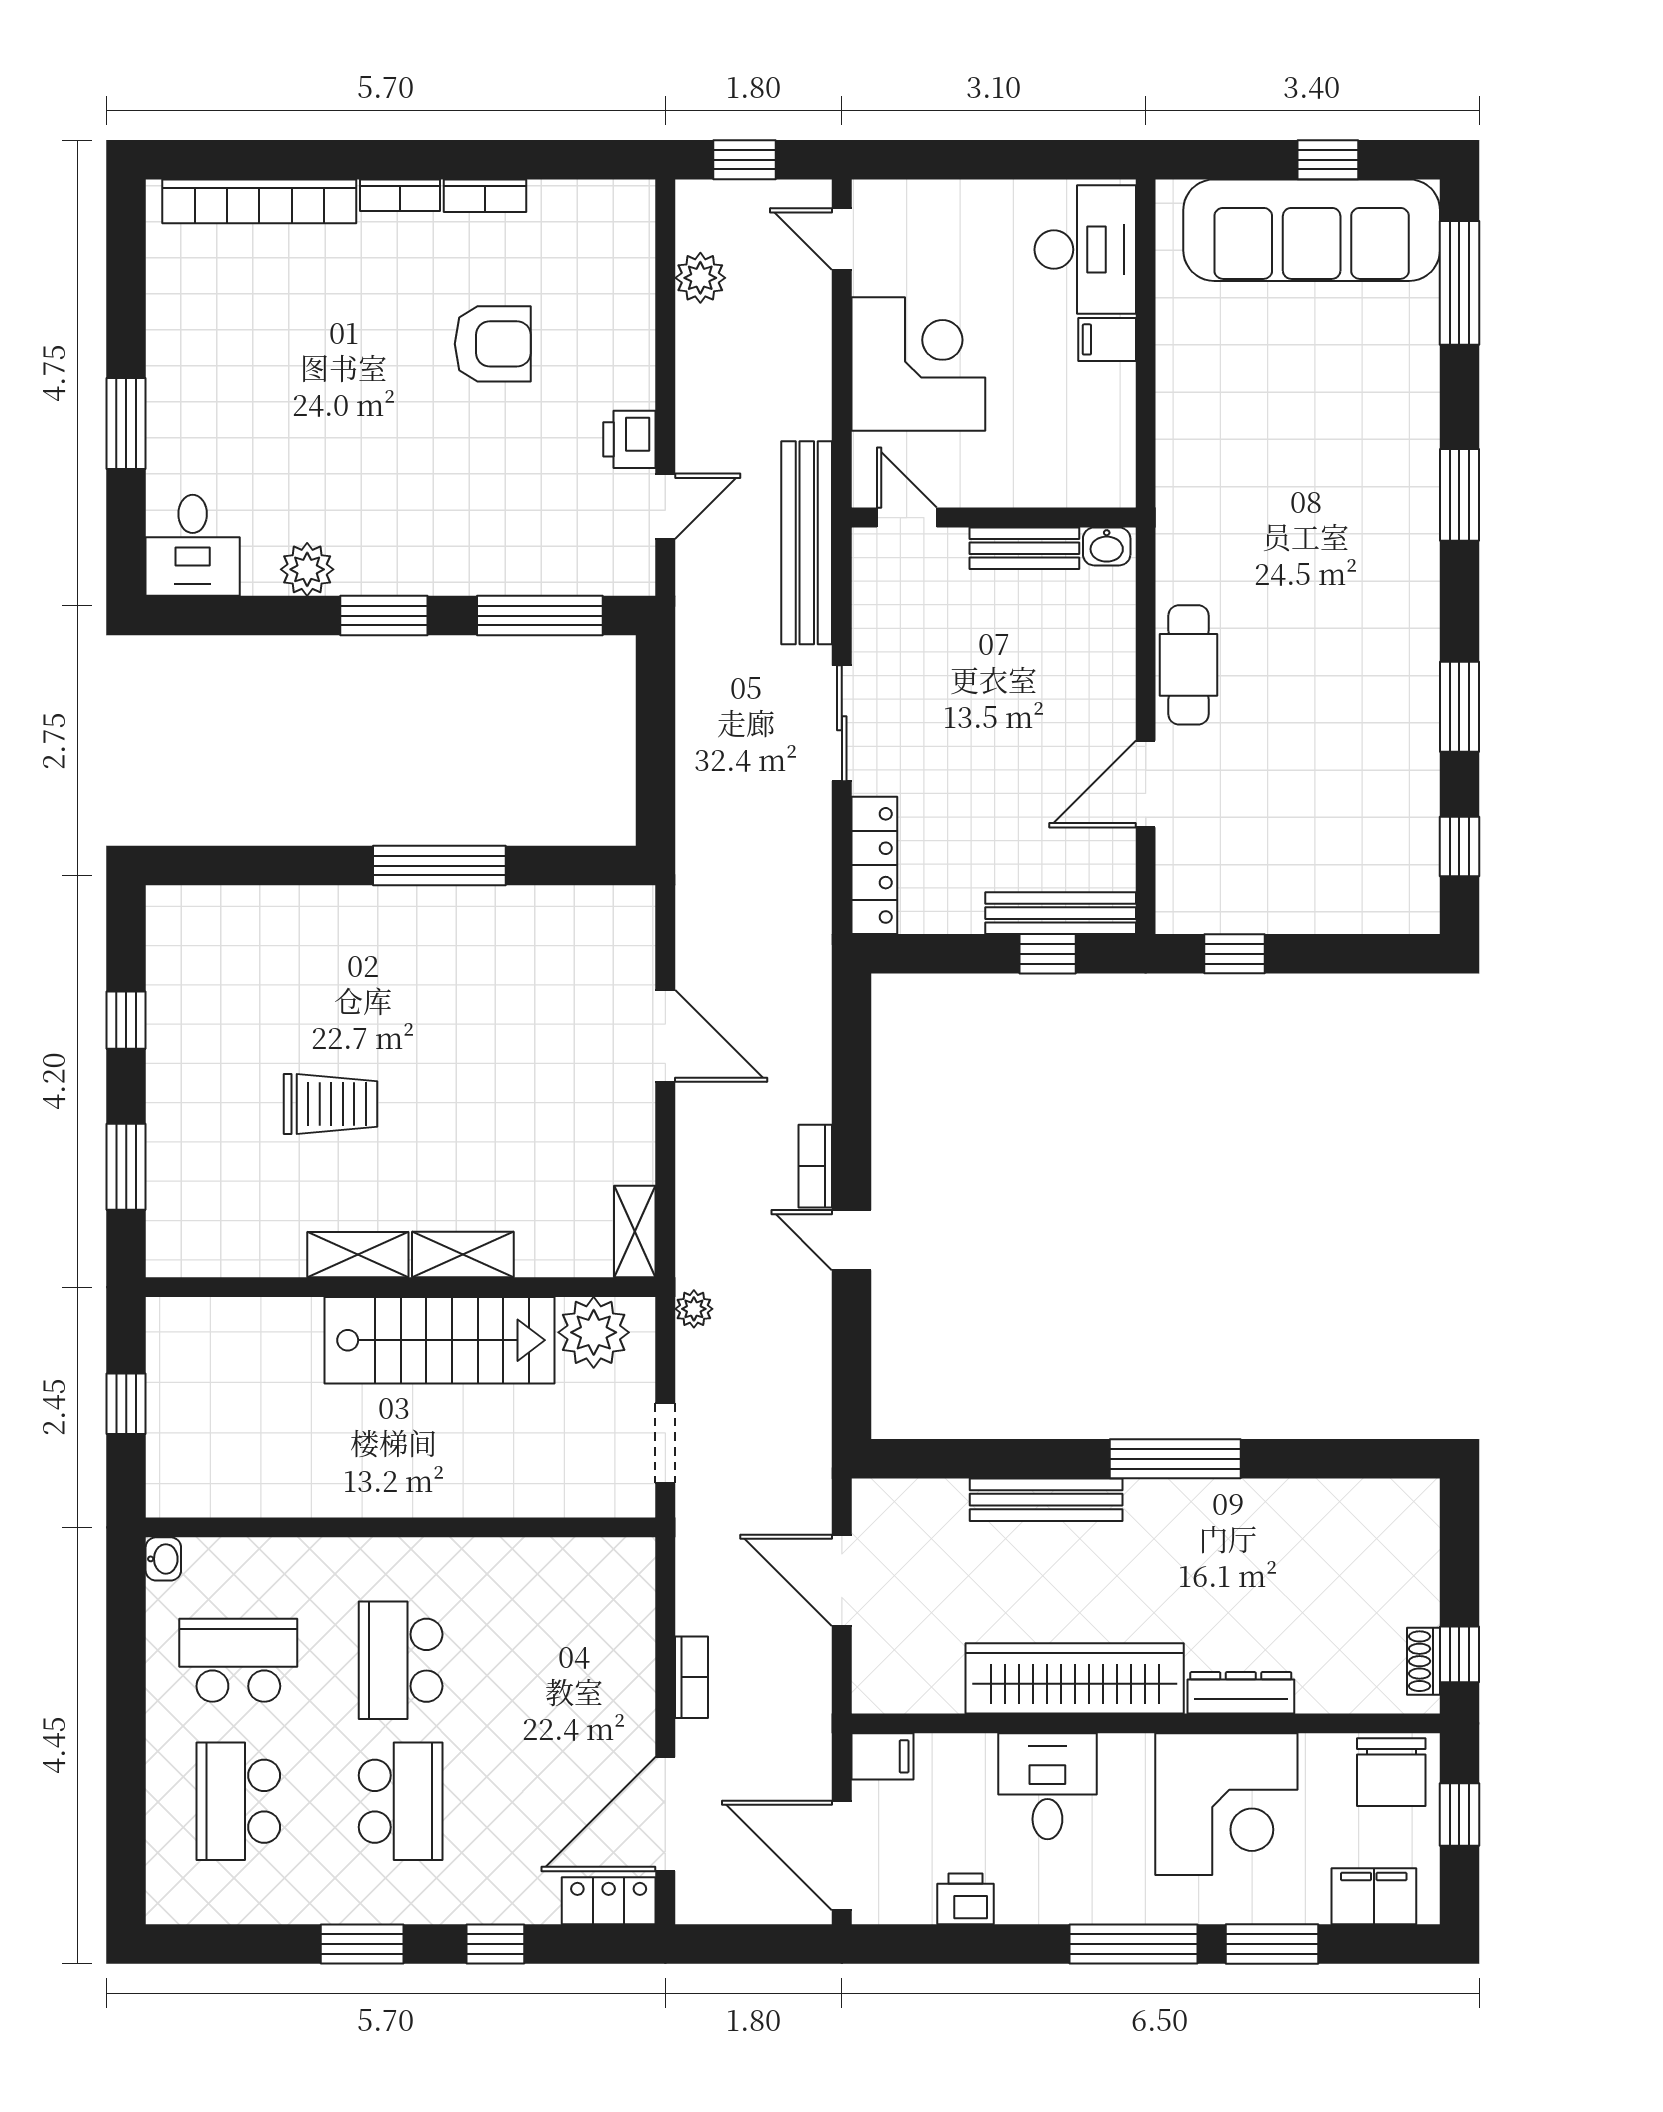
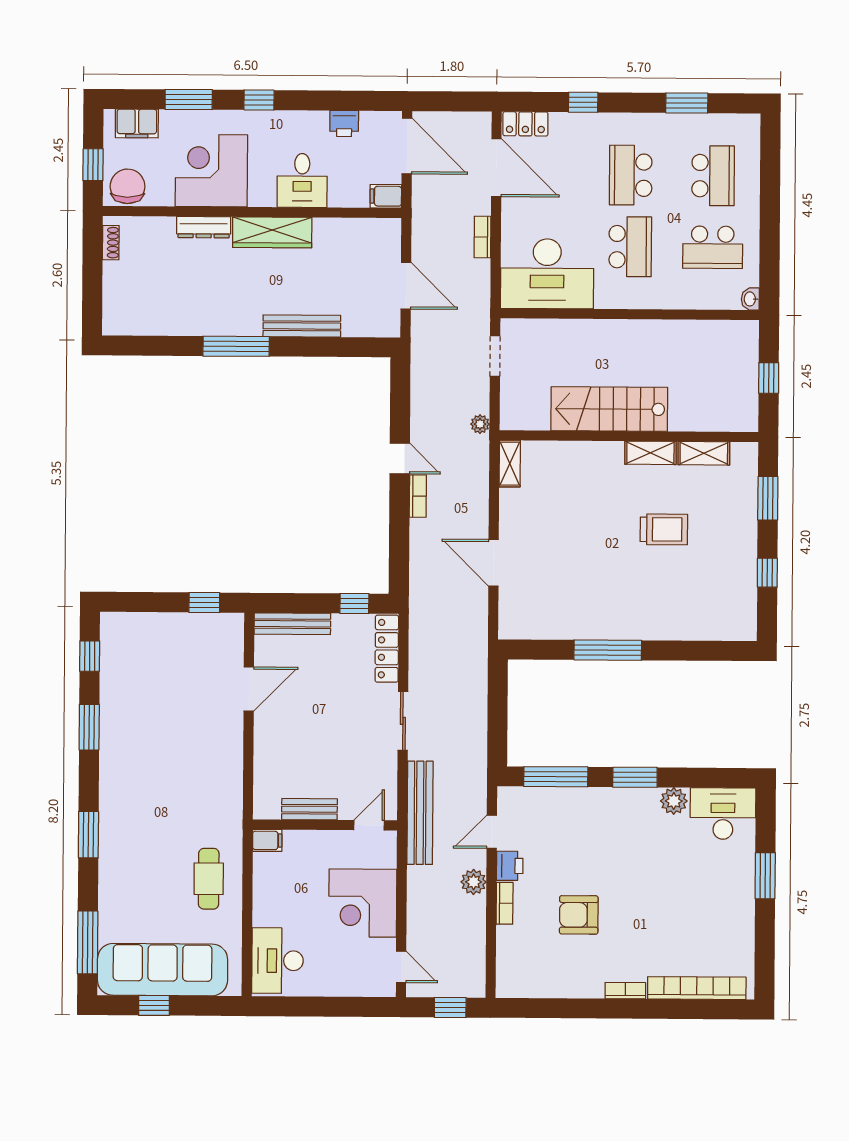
bookcase: (485, 196) -> (505, 903), moved, turned 90
plant: (700, 278) -> (474, 882), moved
filing cabinet: (1107, 339) -> (267, 840), moved
door: (907, 518) -> (369, 825), swing flipped
desk: (193, 545) -> (723, 814), width x1.37
washbasin: (1107, 546) -> (268, 810), removed
cafe table: (1189, 665) -> (209, 879), moved
window: (1048, 954) -> (354, 604), moved
trolley: (330, 1104) -> (664, 529), turned 180
shelving: (463, 1254) -> (704, 453), moved
plant: (594, 1332) -> (531, 412), removed
desk: (564, 1606) -> (547, 274), added
window: (1459, 1654) -> (92, 246), removed
wardrobe: (1075, 1678) -> (272, 232), width x0.71, depth x0.85
door: (665, 1814) -> (496, 168), hinge flipped
window: (362, 1944) -> (687, 103), moved
window: (1134, 1944) -> (259, 100), width x0.46

